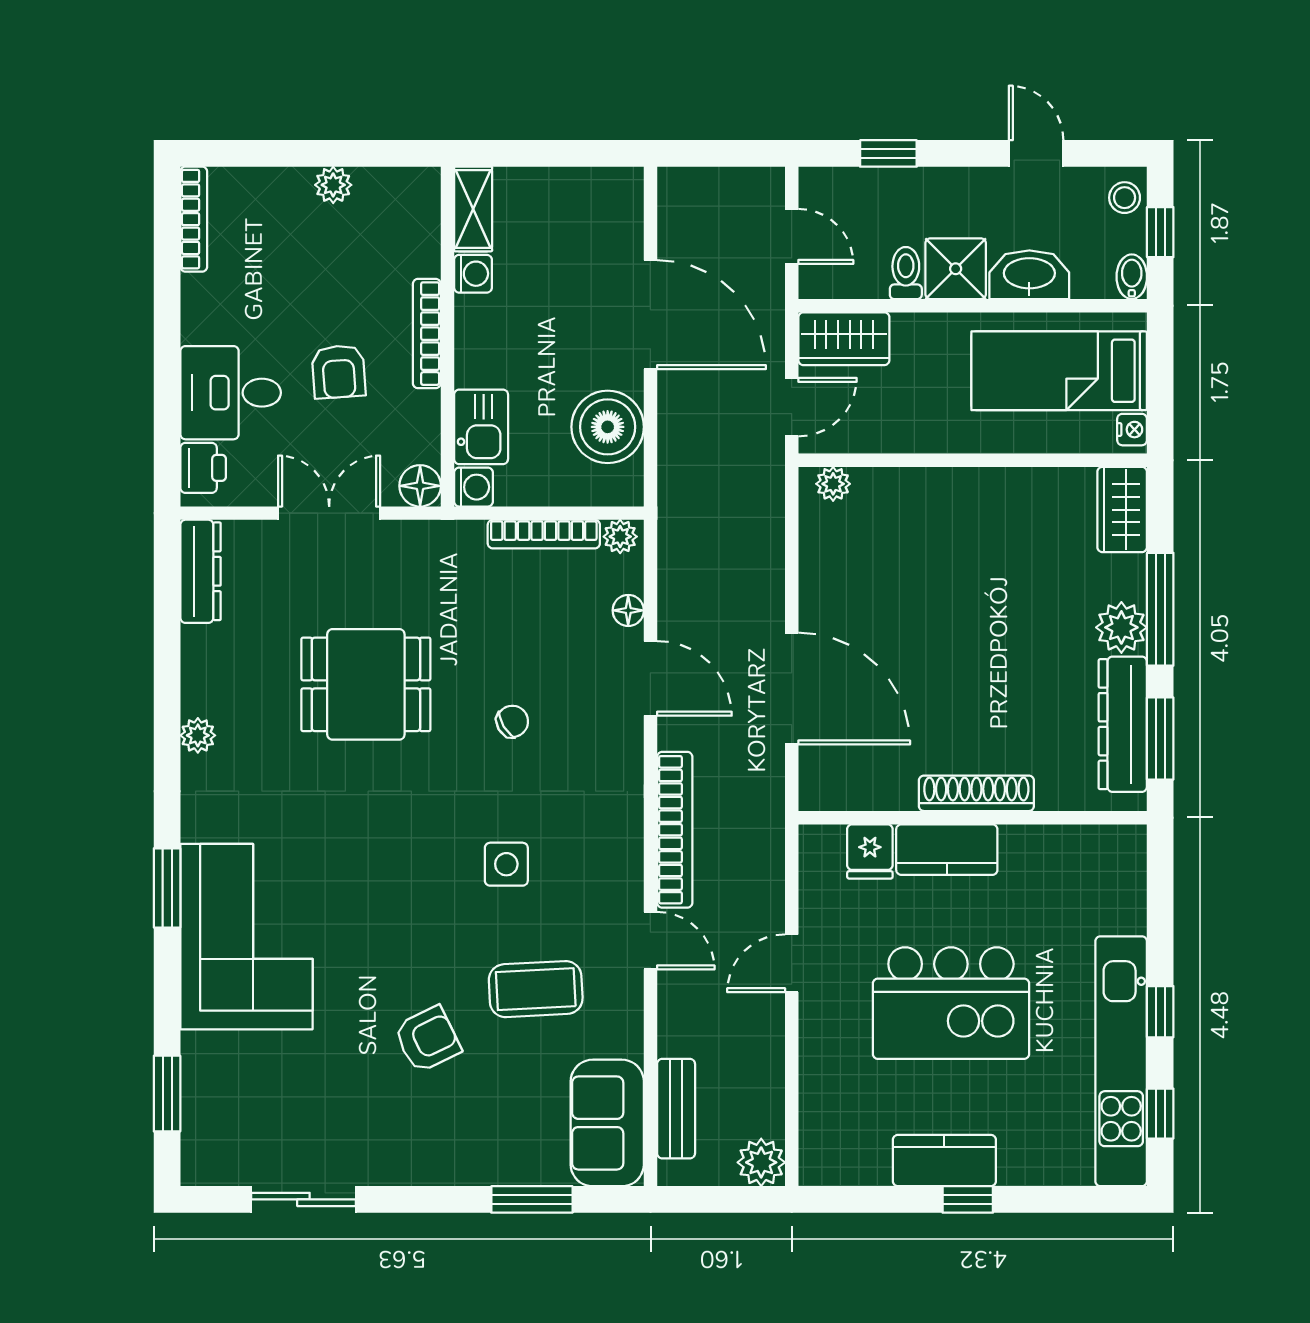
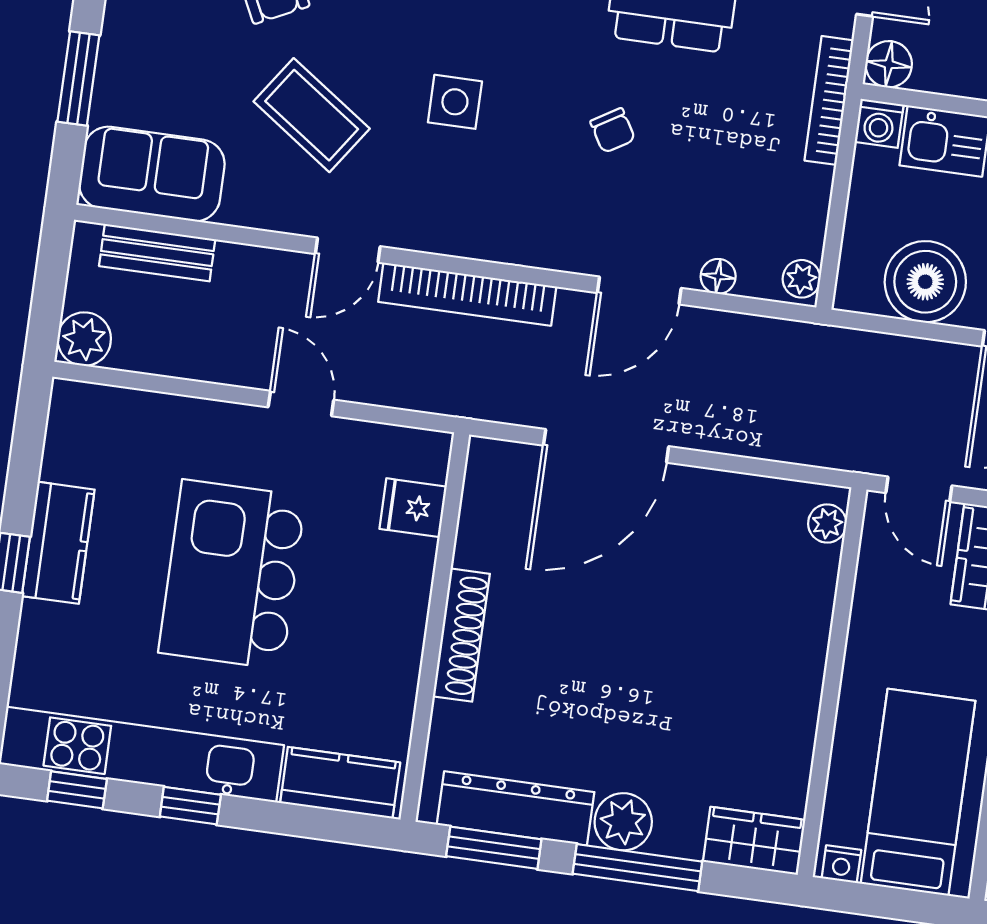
bookcase: (544, 534) -> (829, 100), moved
kitchen counter: (947, 850) -> (340, 783), moved, turned 90
coffee table: (536, 989) -> (312, 115), turned -52

